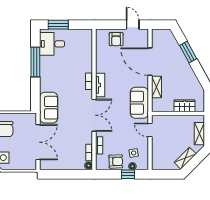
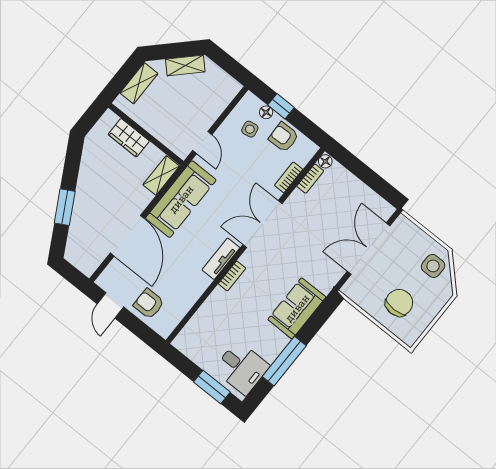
armchair: (116, 39) -> (149, 304), turned -90
shelving: (156, 87) -> (161, 175), moved
sofa: (139, 103) -> (181, 199), width x1.36
sofa: (49, 108) -> (297, 308), moved

